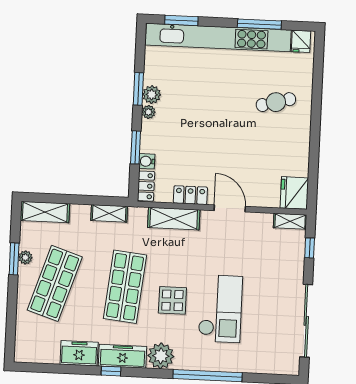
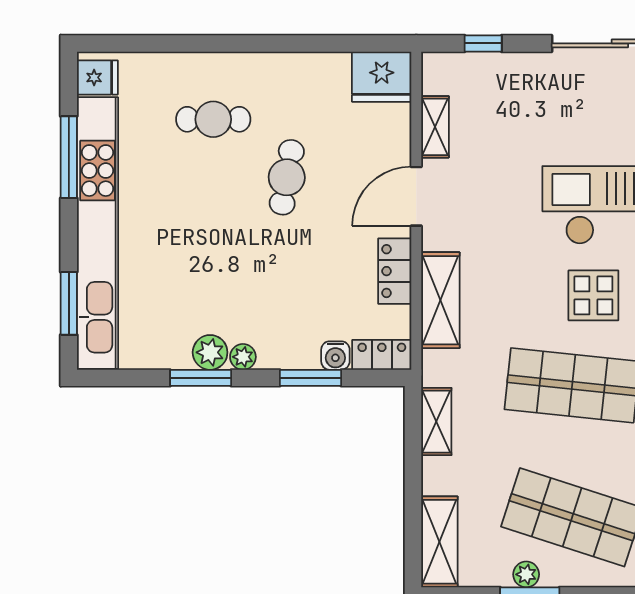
cafe table: (276, 102) -> (213, 119), turned -75
cafe table: (243, 140) -> (287, 177), added
shelving: (290, 221) -> (435, 127), moved

